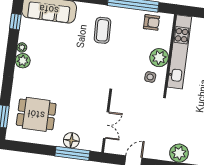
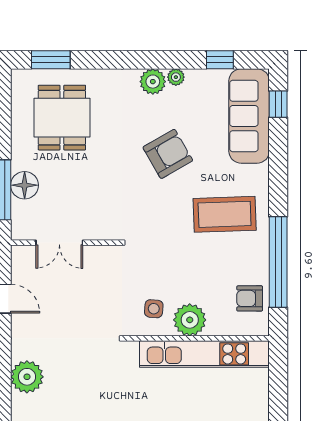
armchair: (151, 22) -> (250, 298), turned 90
coffee table: (102, 30) -> (225, 214), width x1.36, depth x1.32
armchair: (64, 58) -> (168, 154), added

